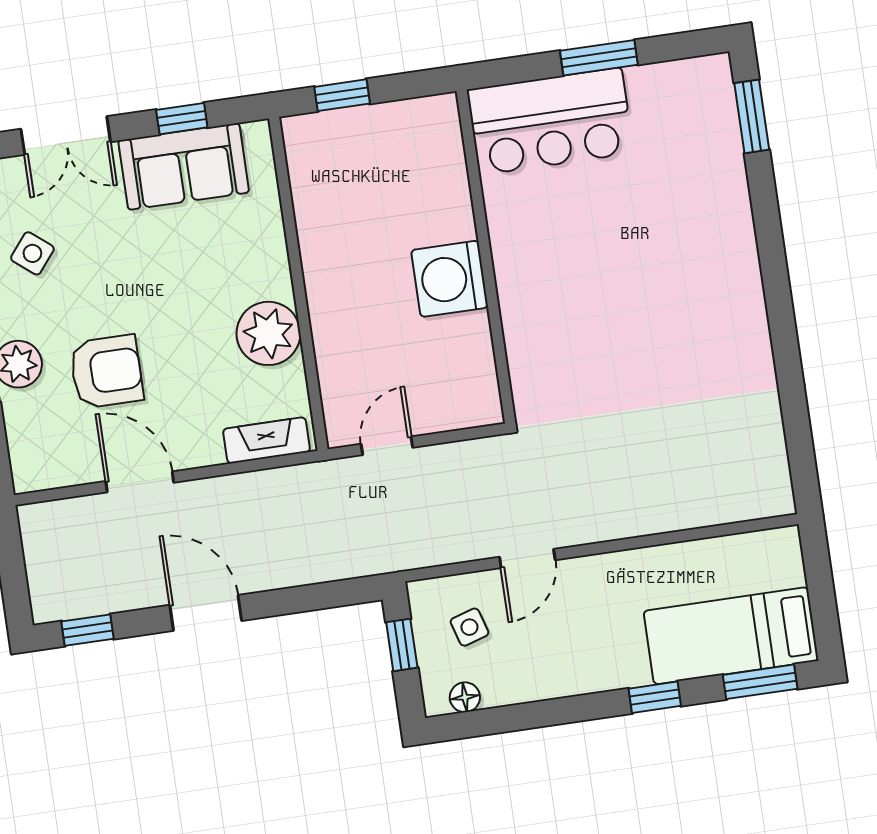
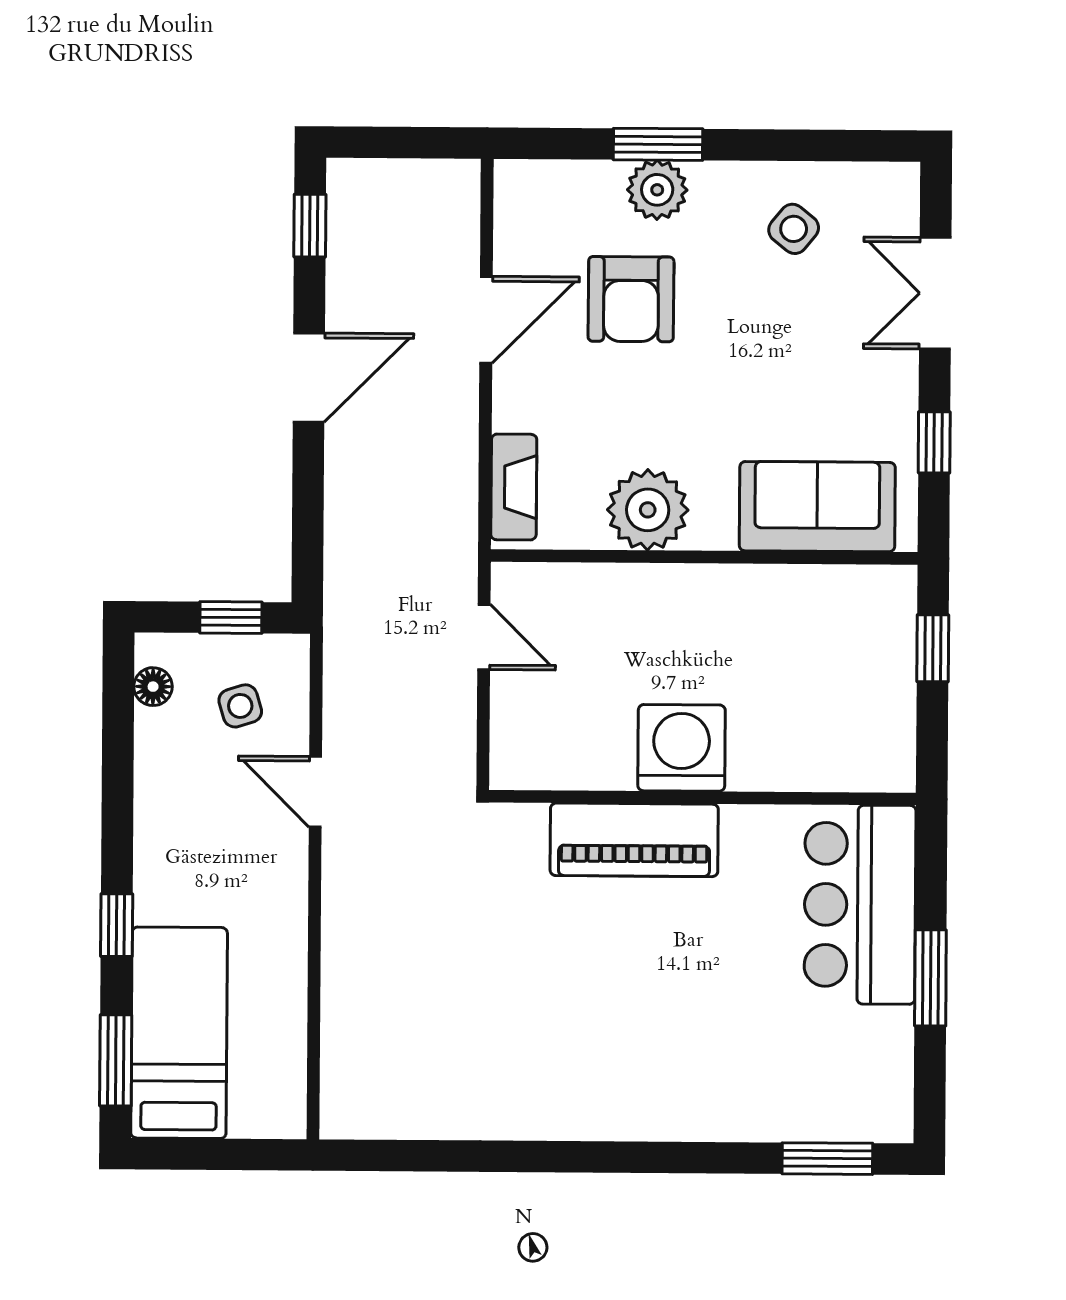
sofa: (184, 166) -> (817, 507), moved, turned 90
piano: (527, 305) -> (634, 840), added

